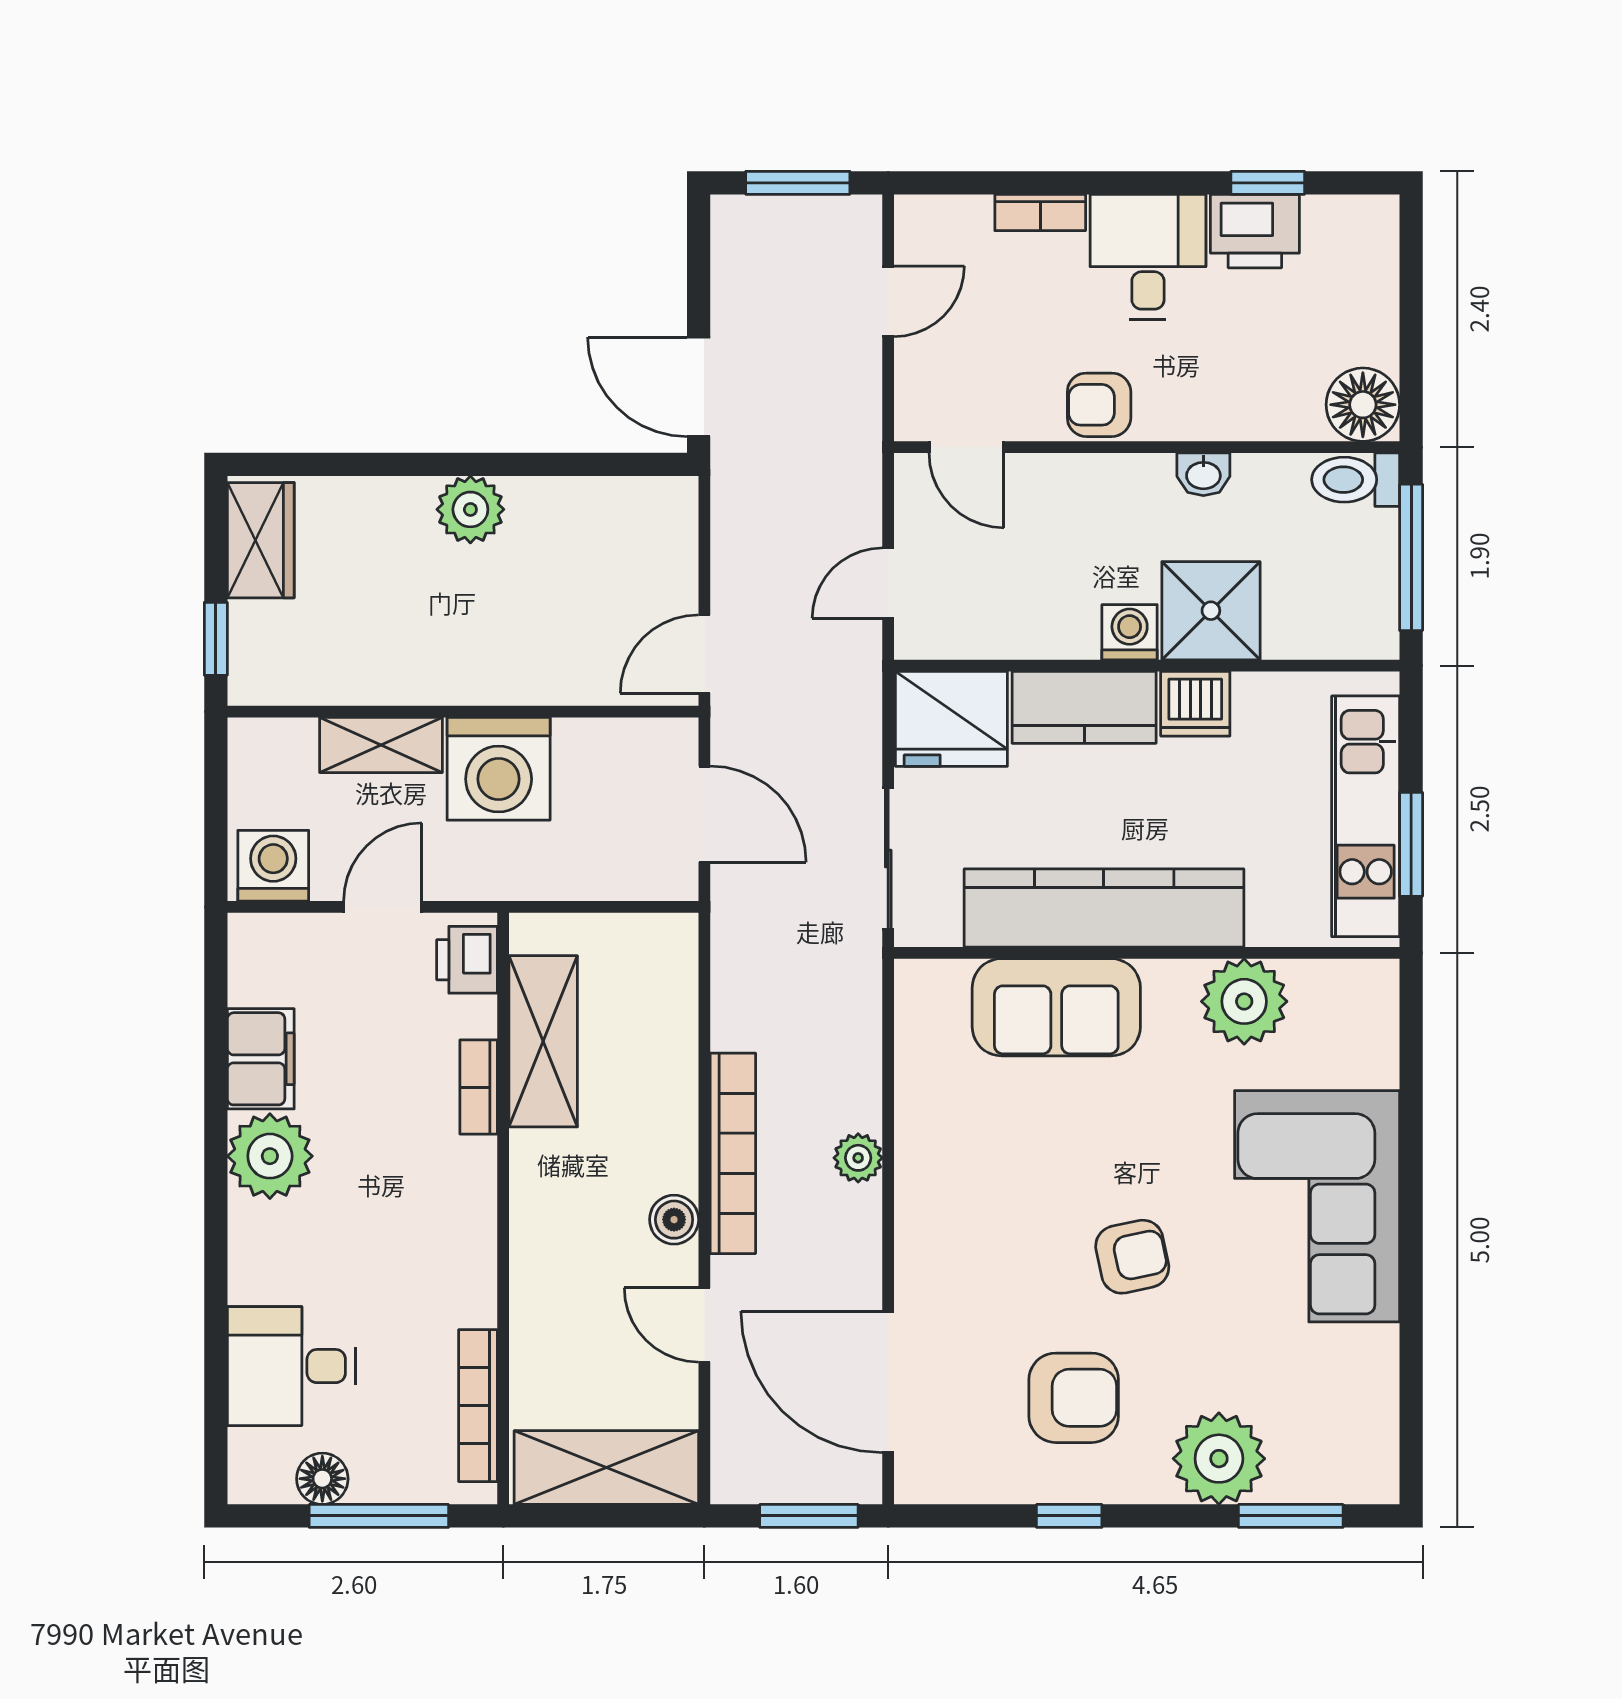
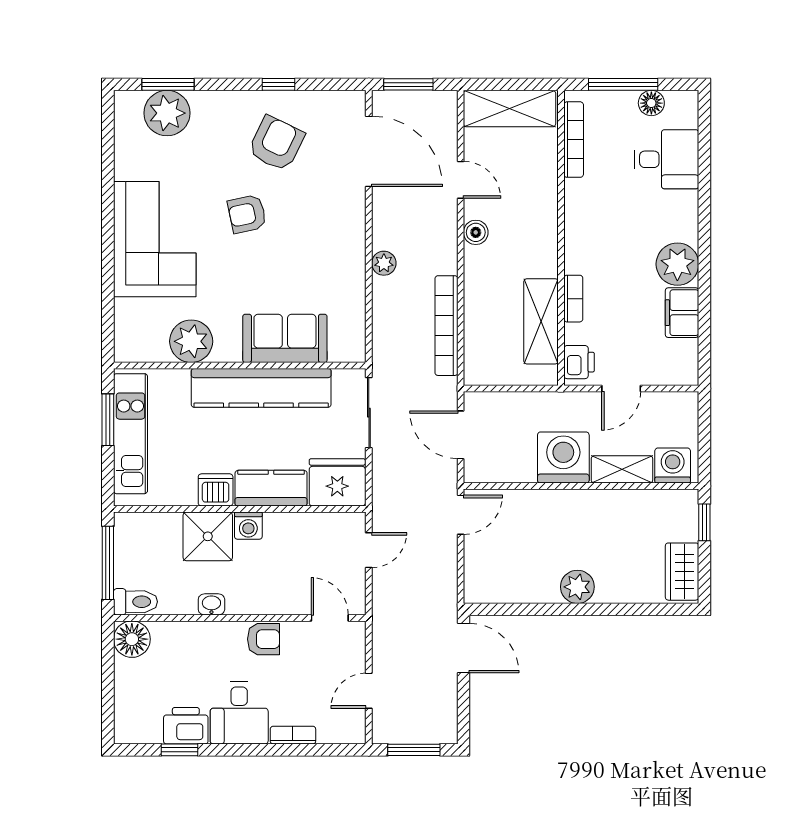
washing machine: (273, 866) -> (673, 465), moved, turned 180
bookcase: (733, 1153) -> (446, 326), moved
armchair: (1074, 1398) -> (276, 143), turned 116
plant: (1219, 1459) -> (167, 113), moved

